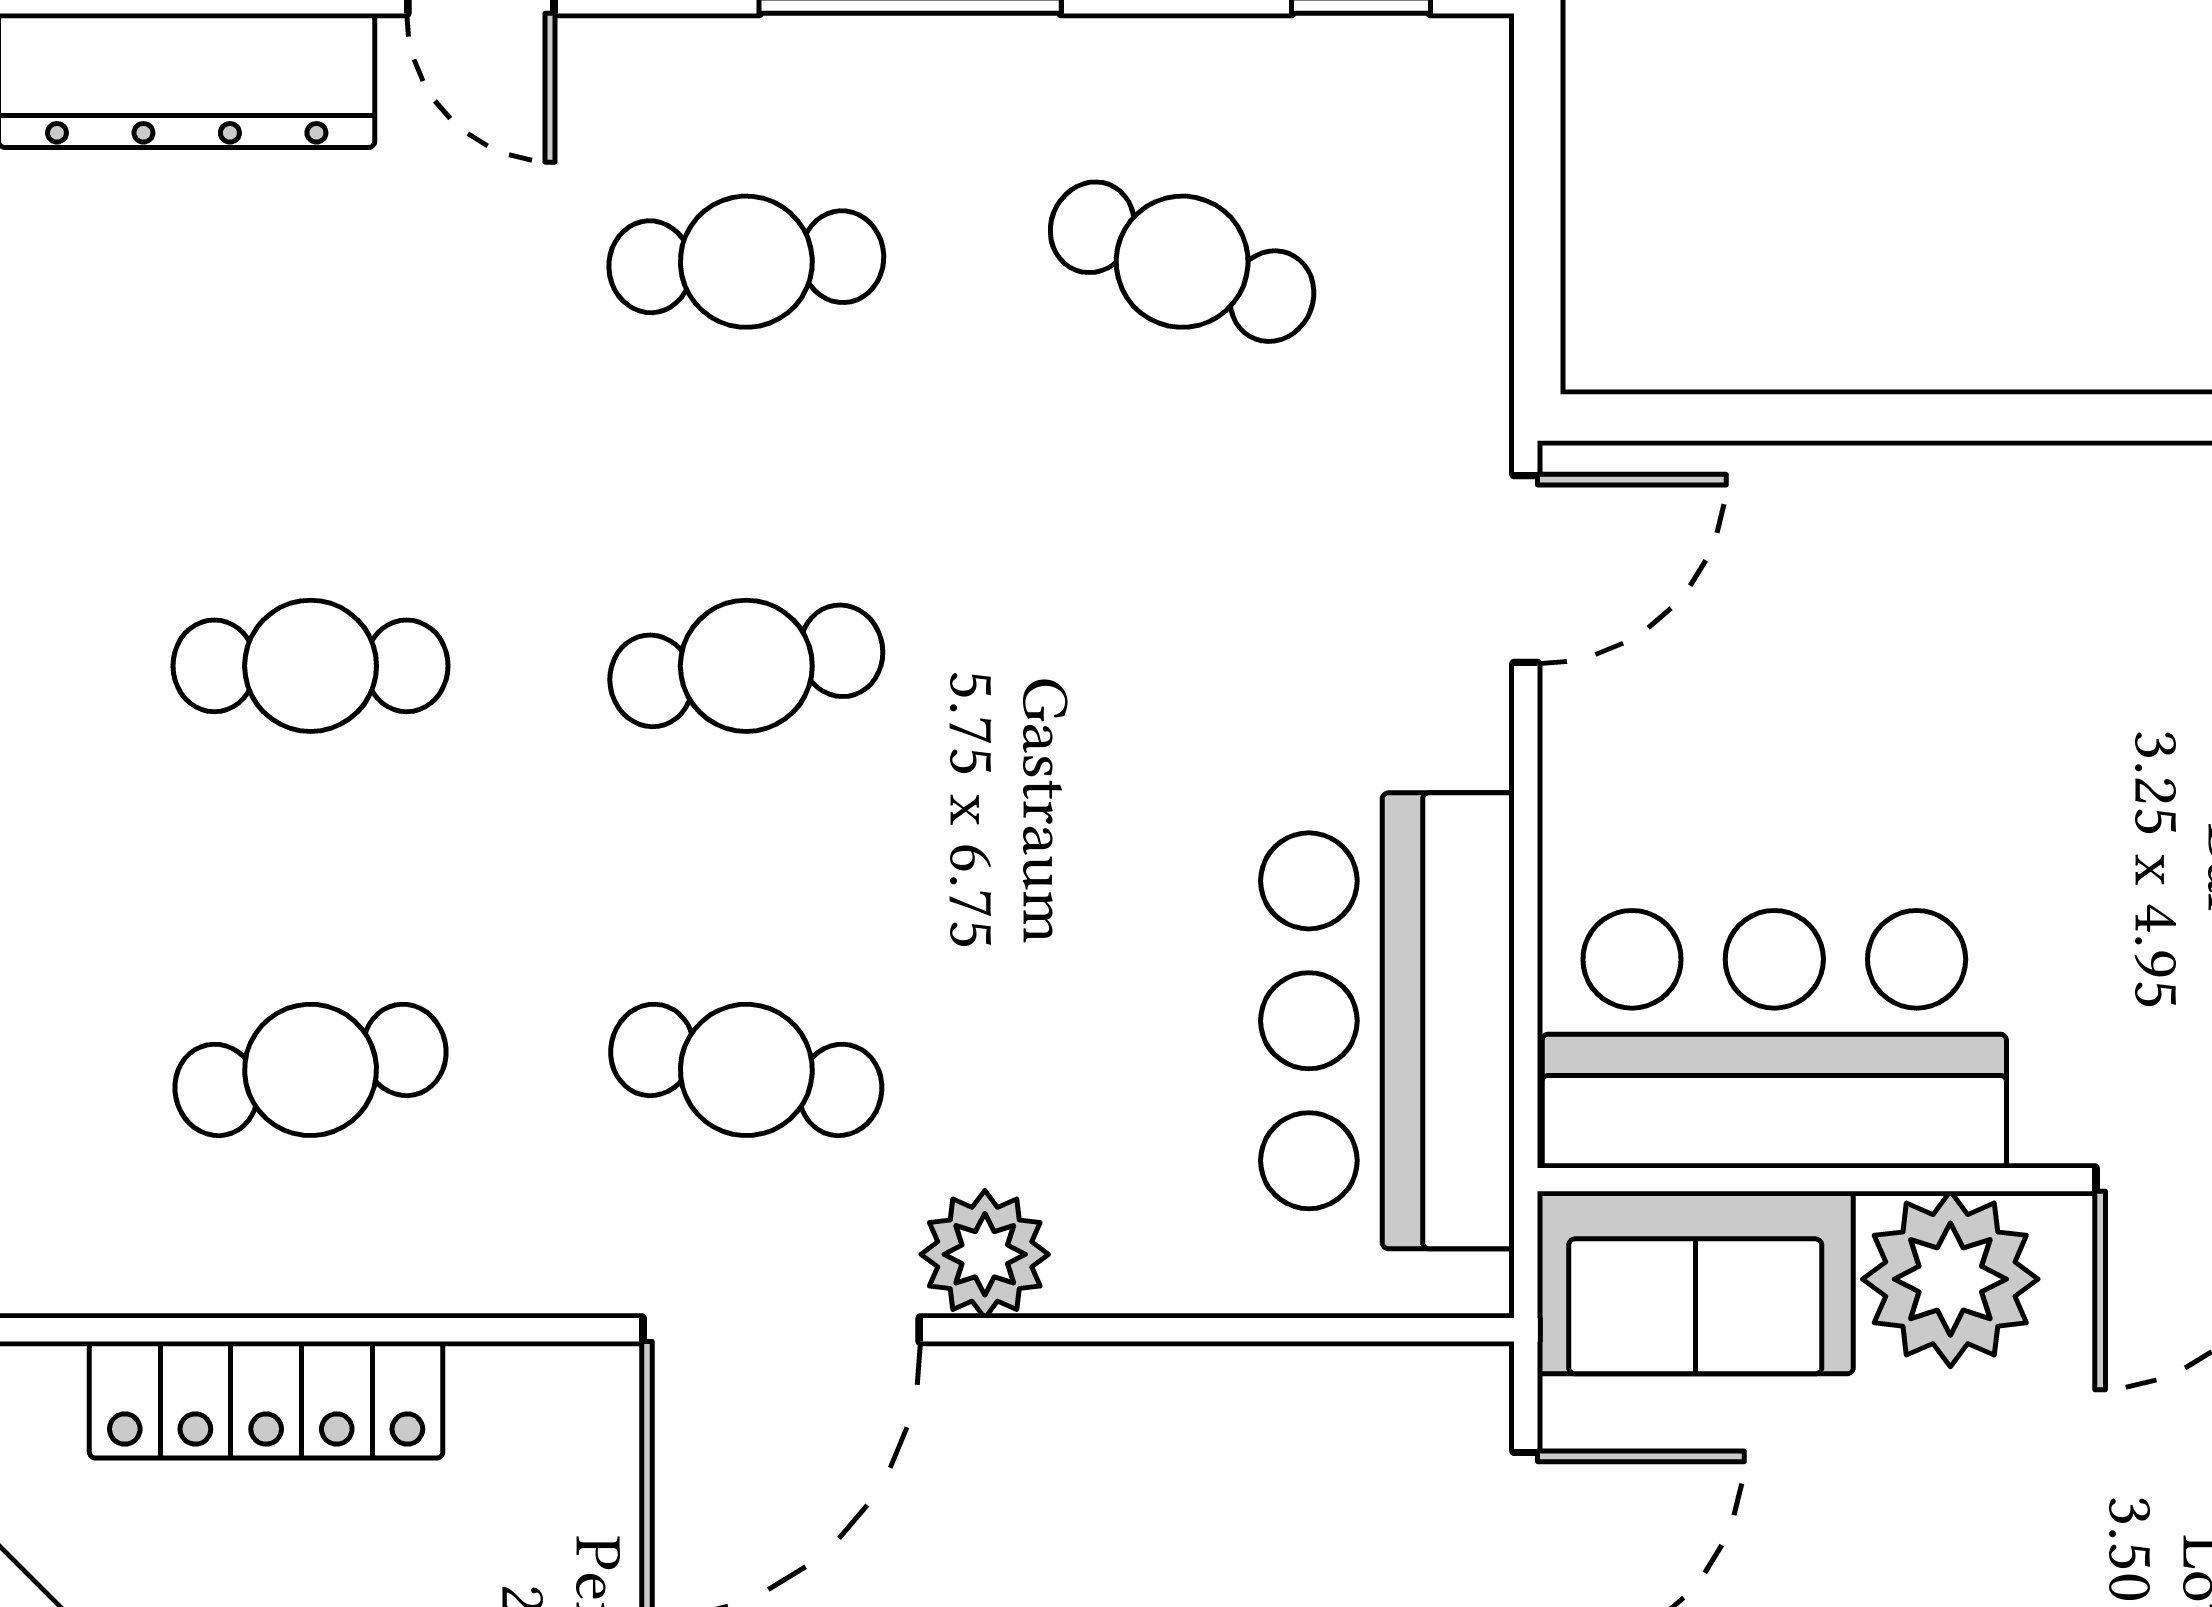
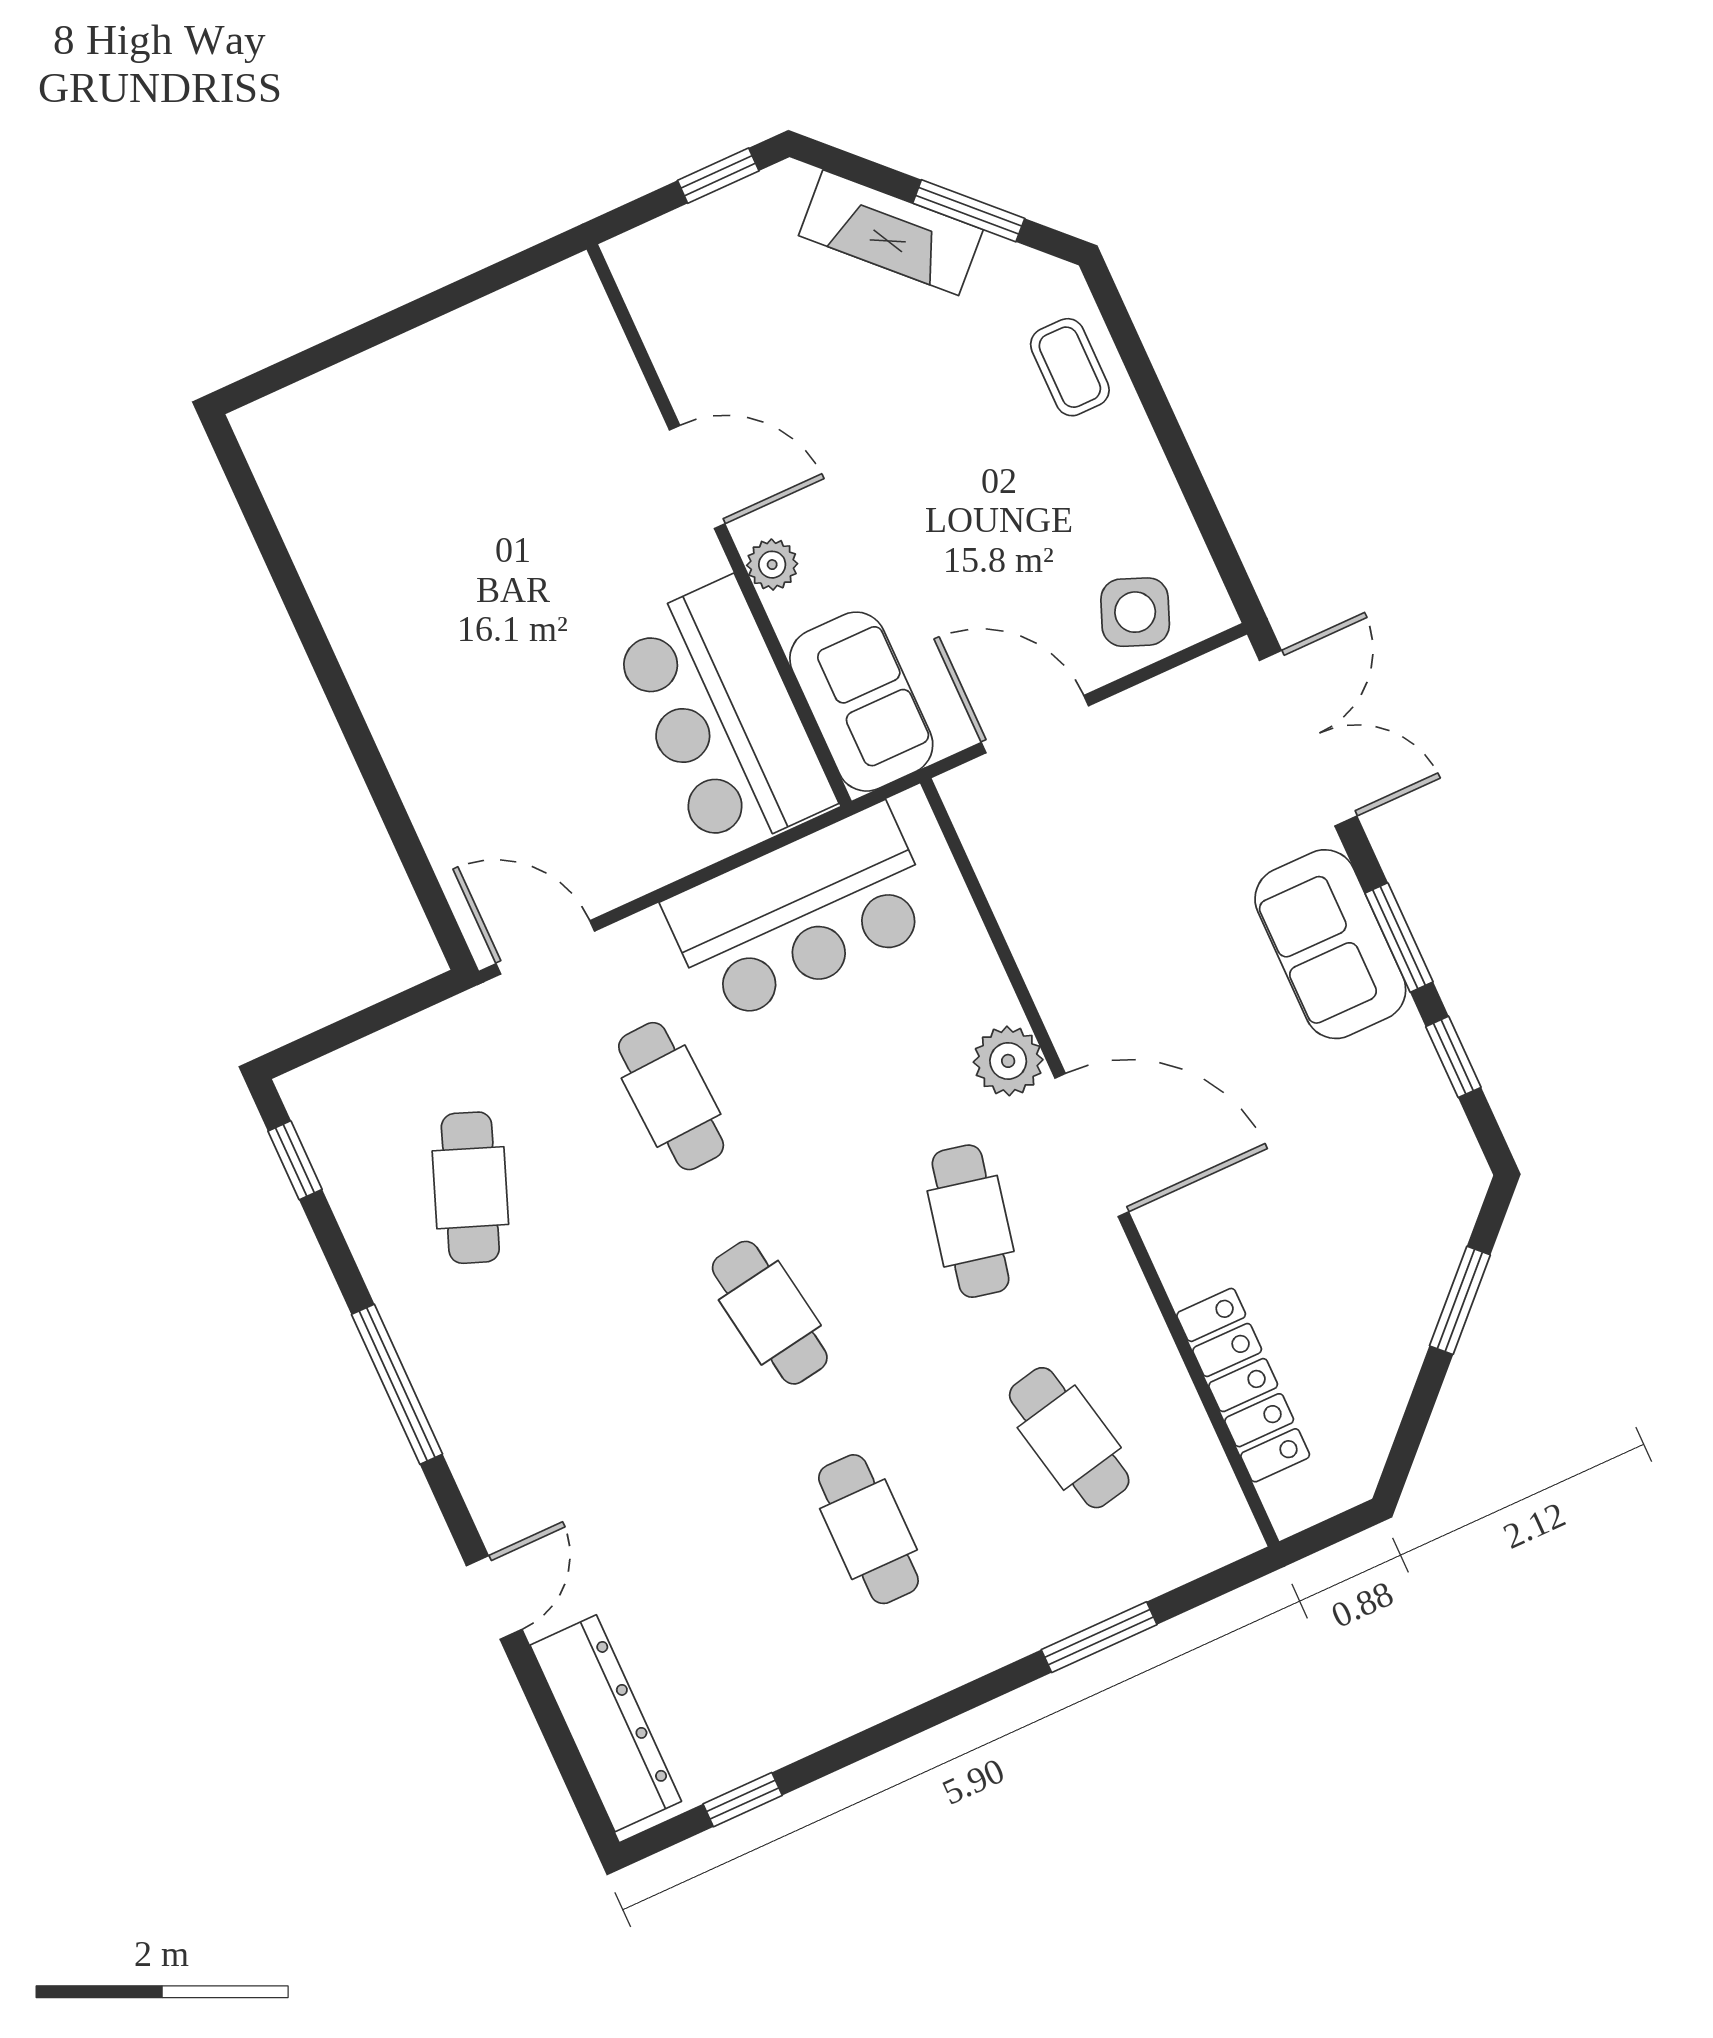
cafe table: (746, 262) -> (671, 1096), moved
plant: (1950, 1279) -> (772, 565), width x0.53, depth x0.53

